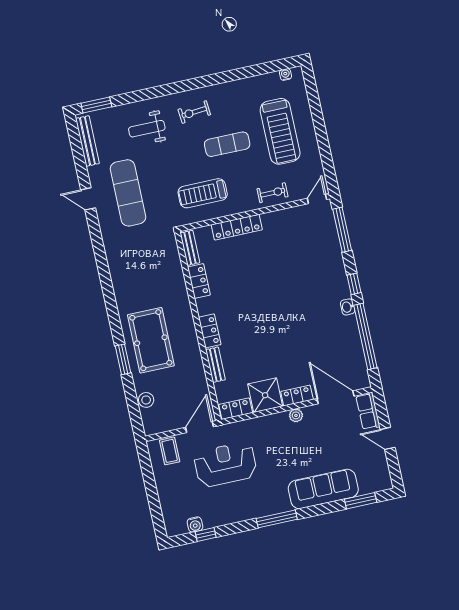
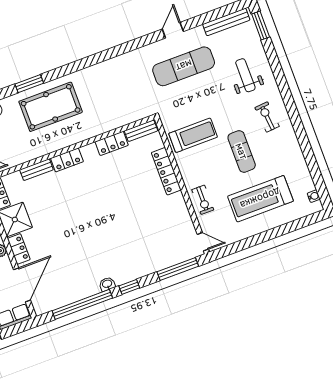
treadmill: (203, 193) -> (193, 135), turned 90

